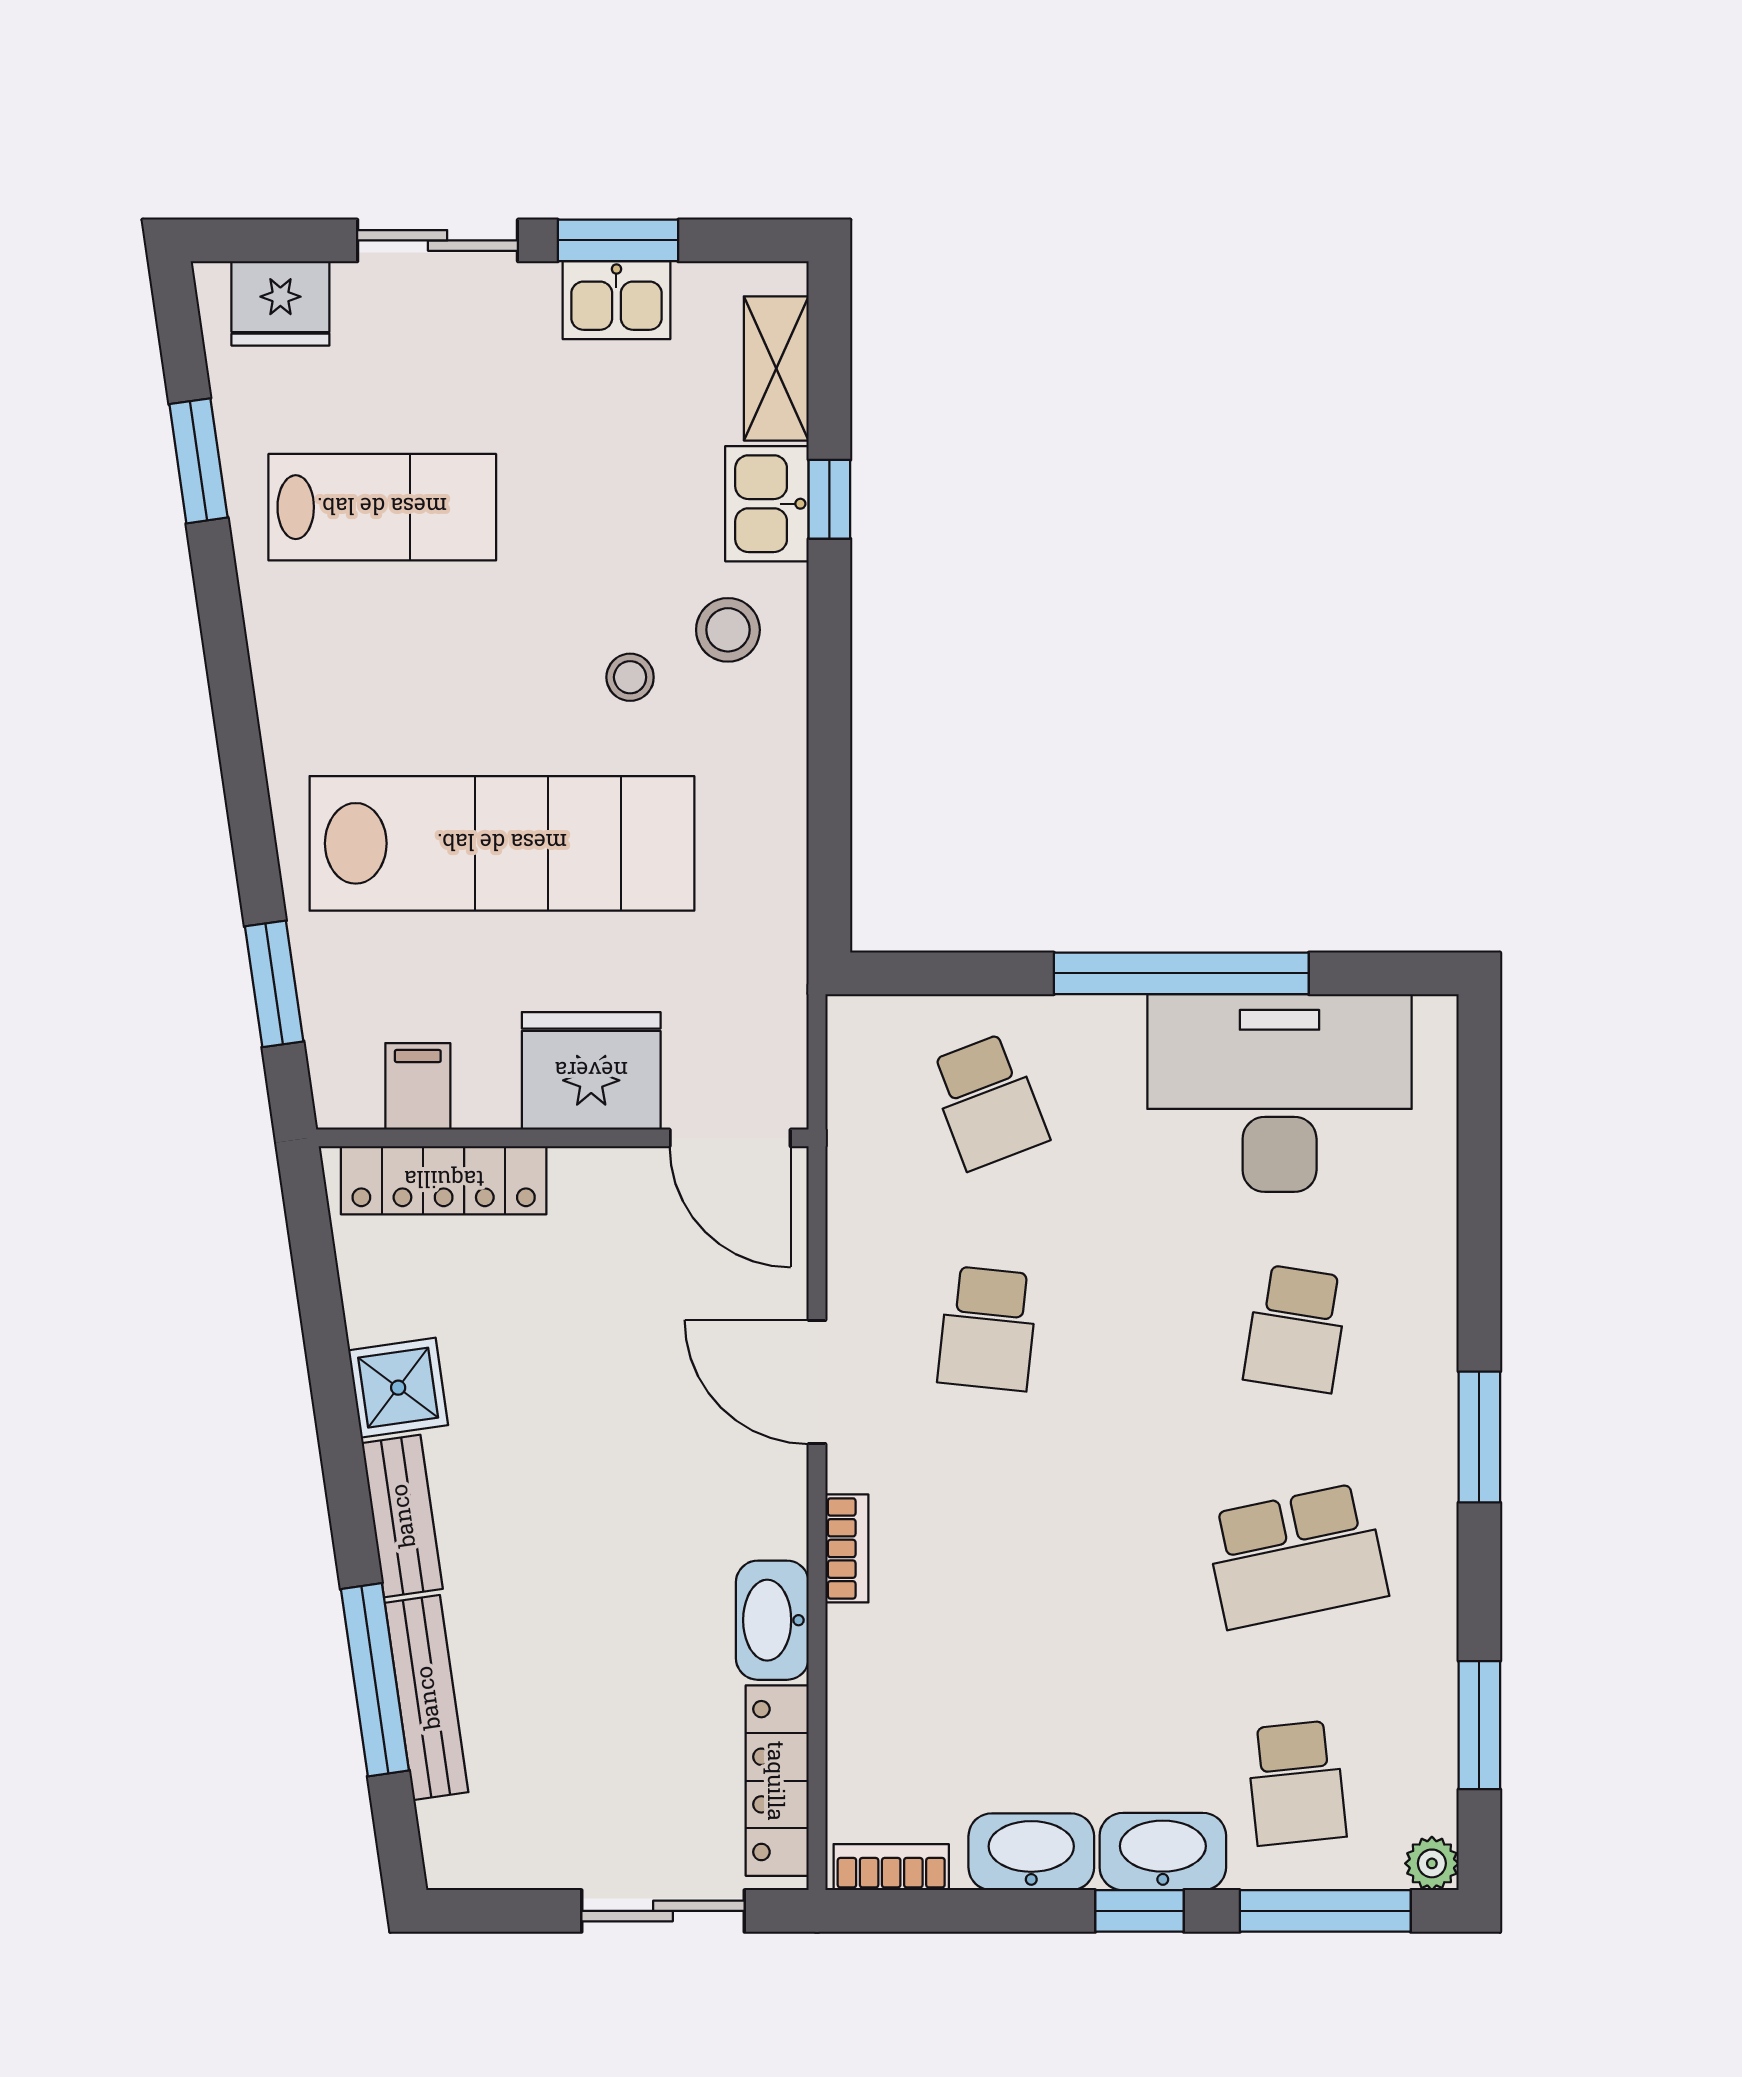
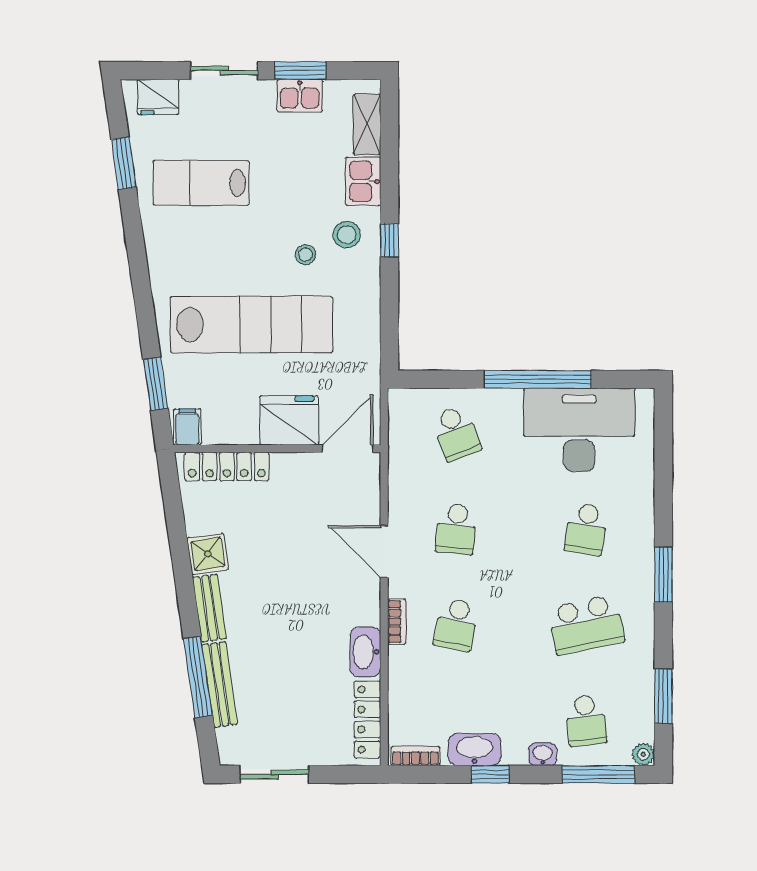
window: (829, 499) -> (389, 240), moved
lab bench: (382, 507) -> (201, 183), turned 180
filing cabinet: (418, 1086) -> (187, 427), moved
door: (730, 1138) -> (348, 449), swing flipped
school desk: (988, 1556) -> (456, 625), added
washbasin: (1163, 1852) -> (543, 754), width x0.52, depth x0.69
sliding door: (663, 1911) -> (275, 774), moved
window: (1140, 1911) -> (490, 774), moved

